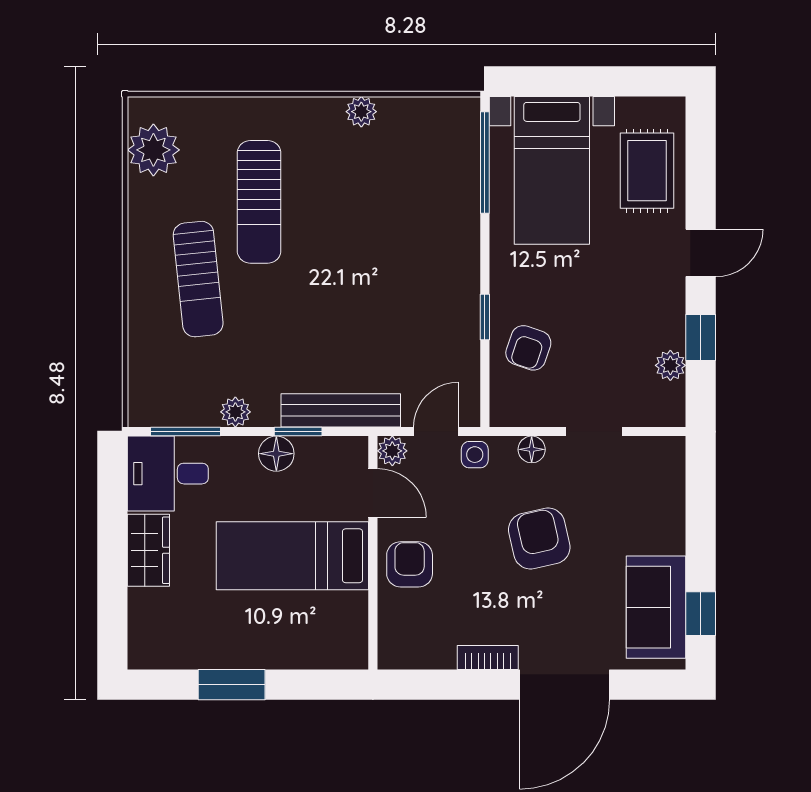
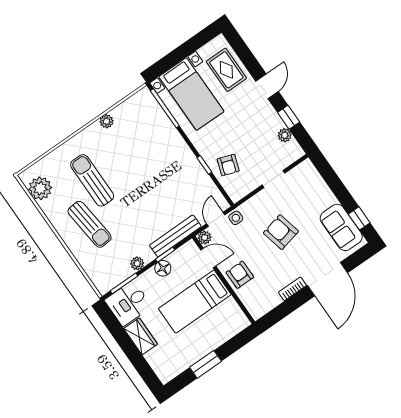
sun lounger: (259, 202) -> (92, 180), turned 180
floor lamp: (532, 449) -> (255, 201), removed

